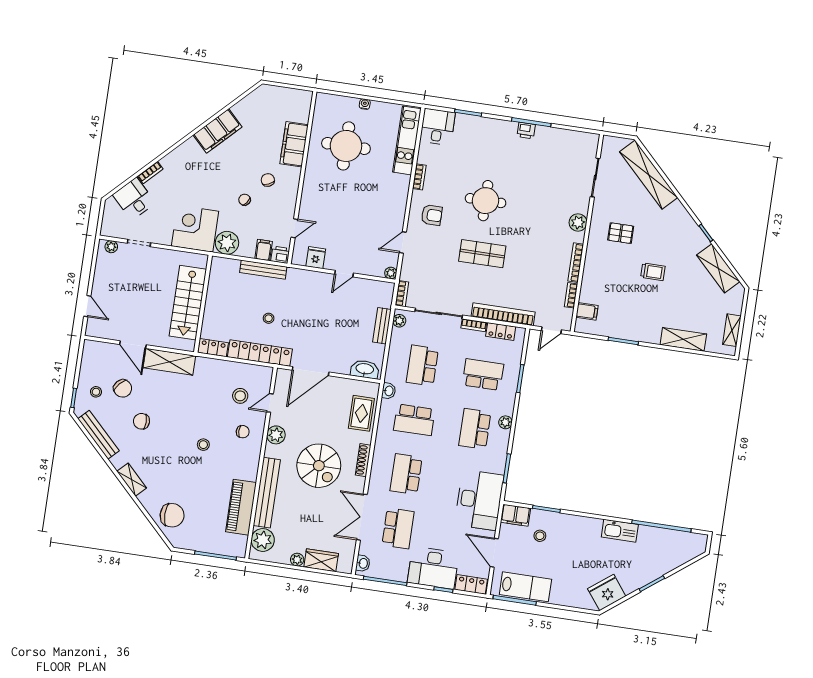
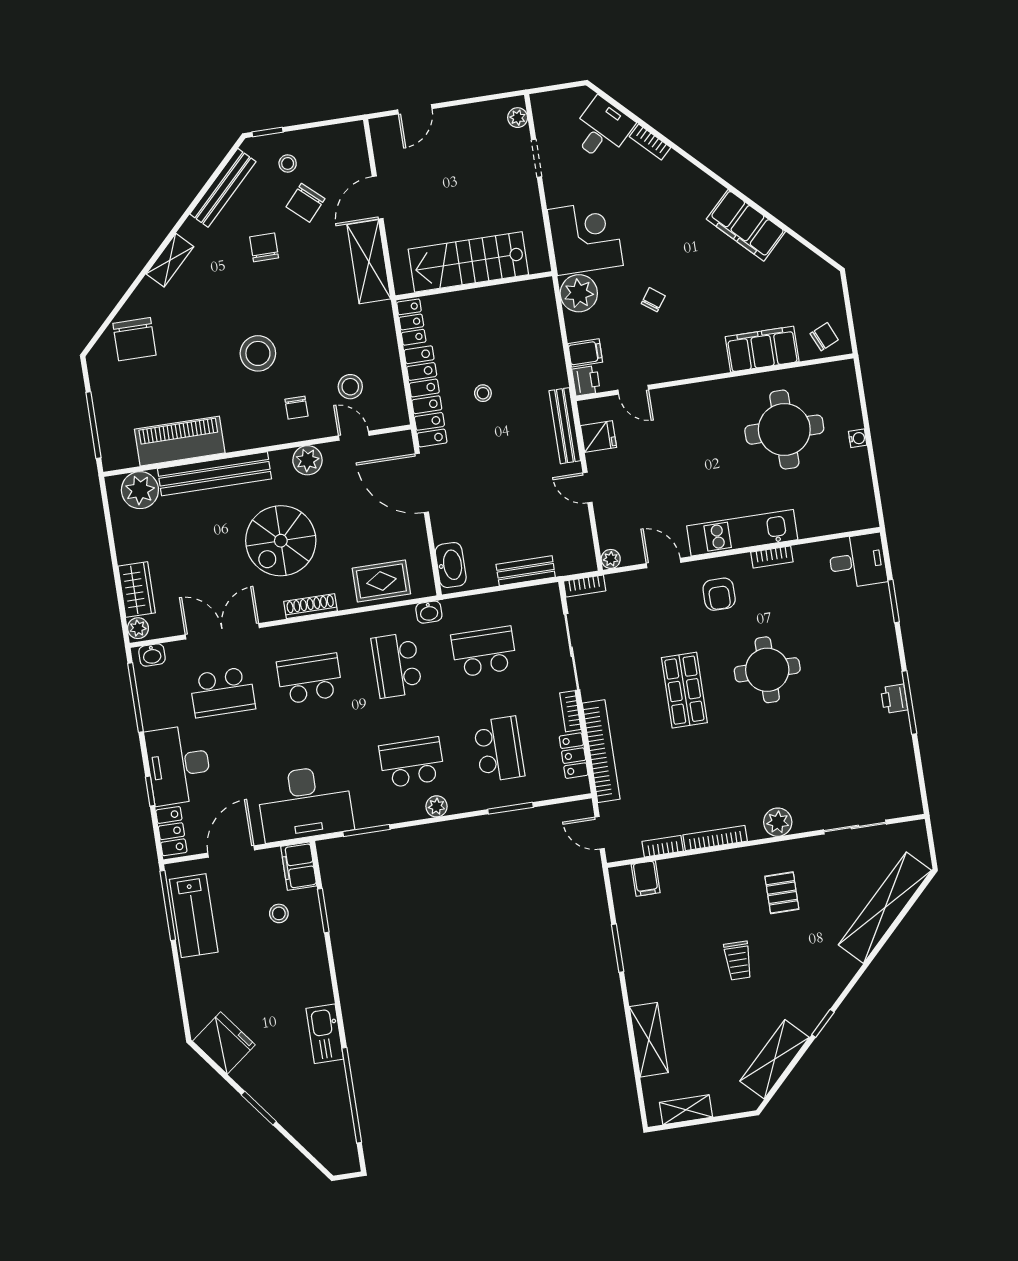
kitchen unit: (407, 140) -> (742, 533), moved
chair: (268, 180) -> (824, 337), moved
bench: (263, 270) -> (565, 426), moved
plant: (399, 321) -> (542, 595), removed
stool: (203, 445) -> (258, 353), width x1.89, depth x1.89
plant: (297, 560) -> (138, 628), moved

